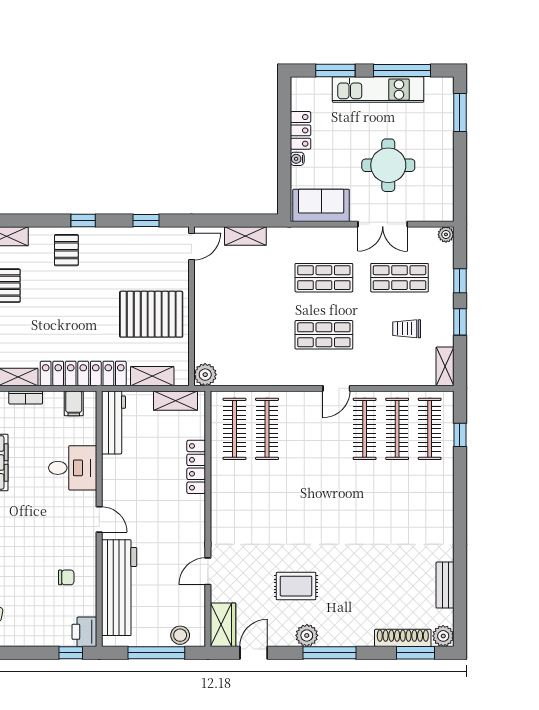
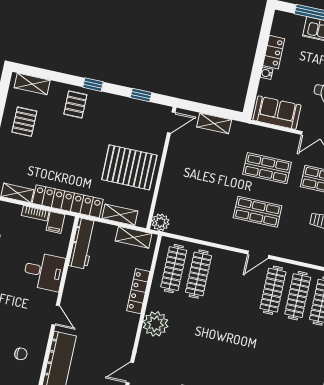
bookcase: (26, 397) -> (35, 213), moved
plant: (227, 503) -> (156, 324), added

